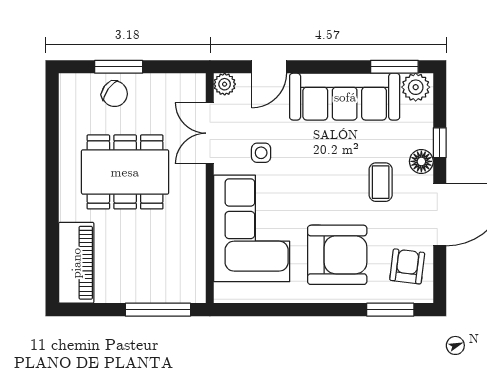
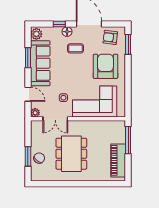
window: (394, 67) -> (28, 58), moved
piano: (76, 263) -> (118, 160), moved, turned -90

